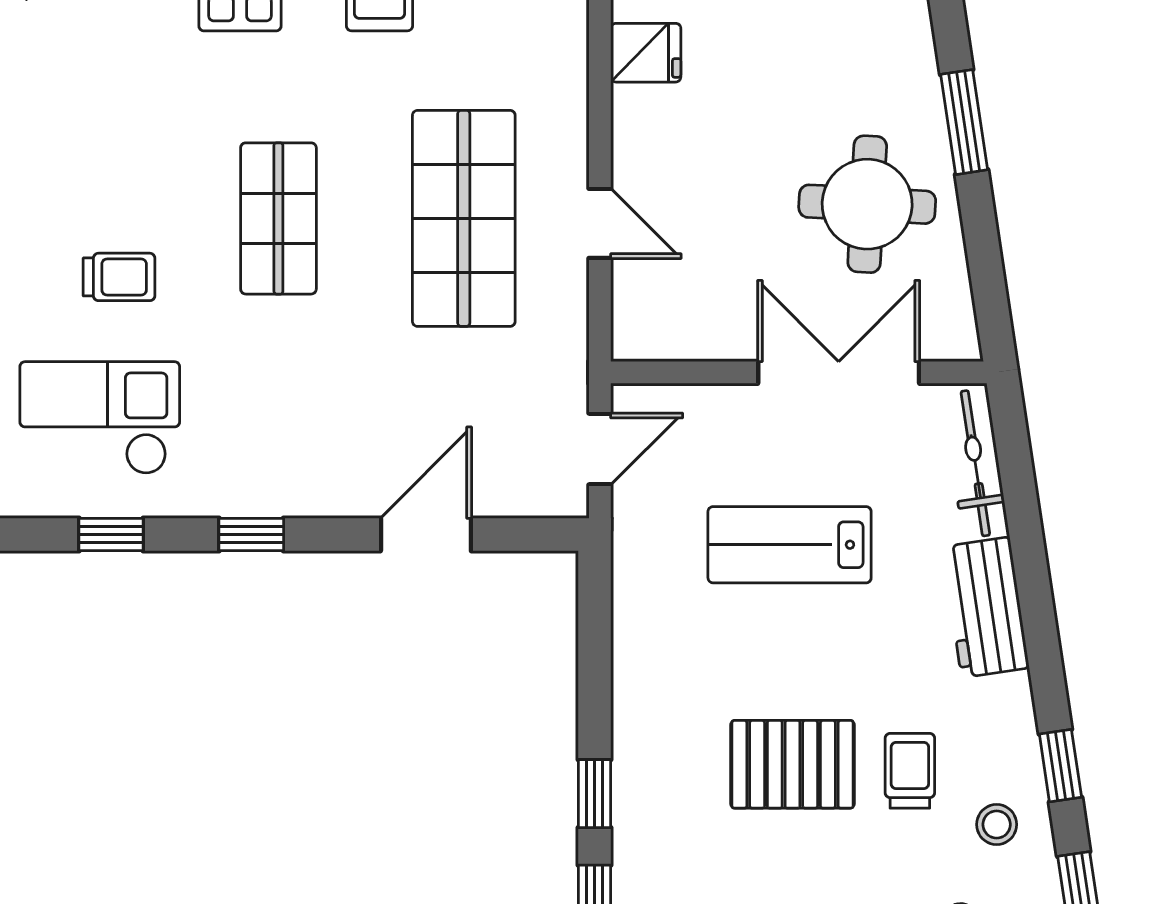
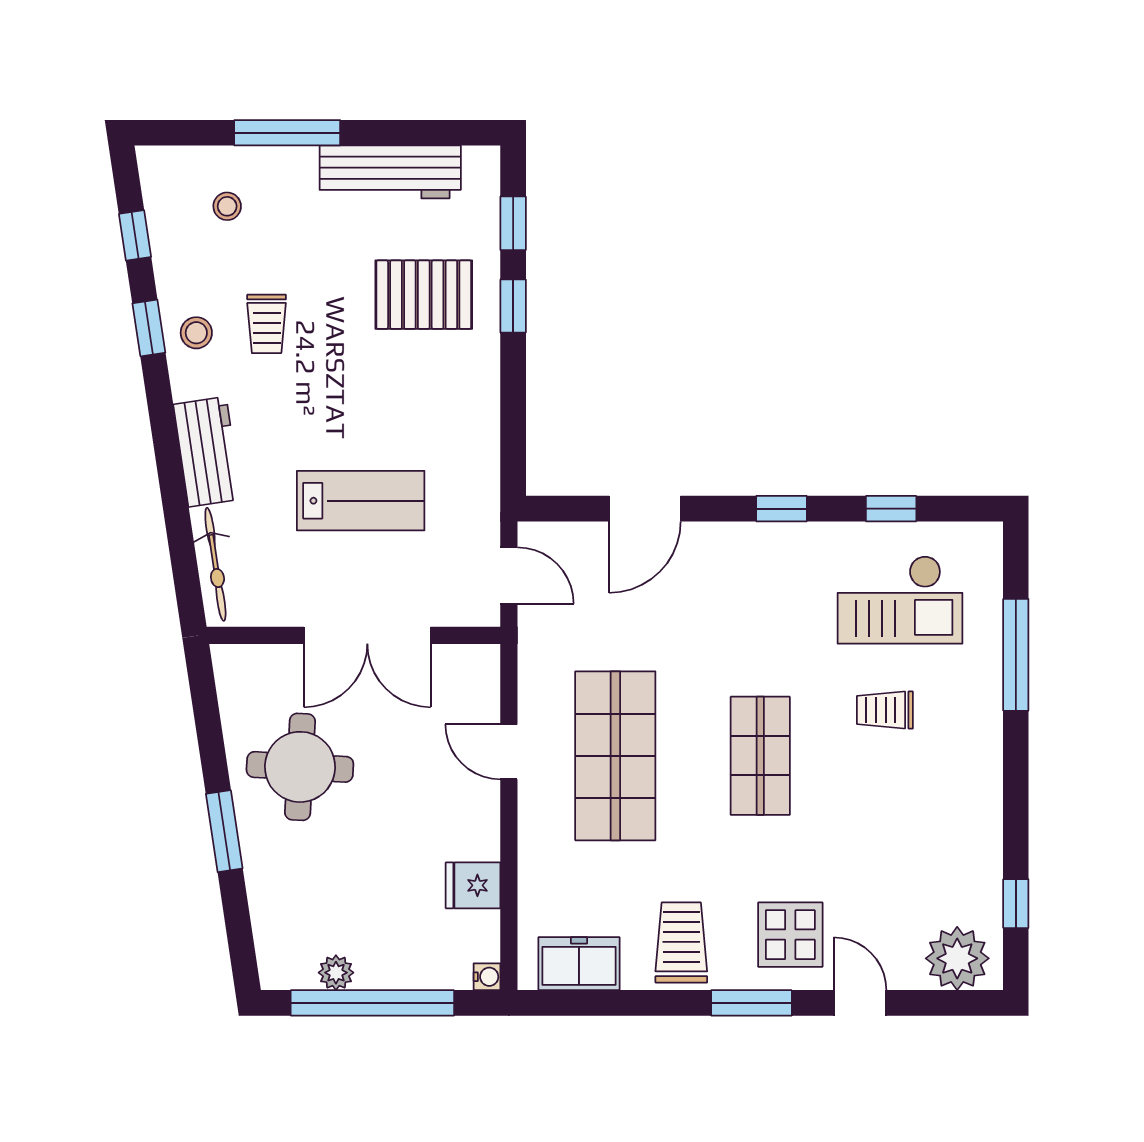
double door: (839, 372) -> (367, 635), moved
door: (600, 449) -> (509, 575), swing flipped
pallet: (792, 764) -> (424, 295), moved
stool: (997, 824) -> (196, 333), moved

